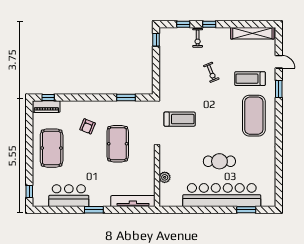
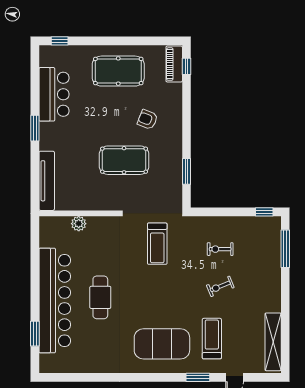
window: (183, 24) -> (285, 249), width x2.17
window: (209, 24) -> (285, 284), removed
exercise bike: (198, 38) -> (220, 249), moved

